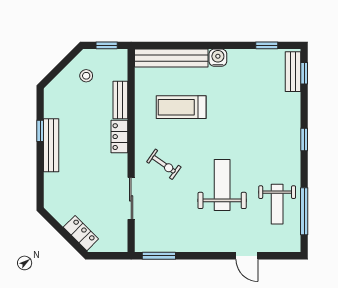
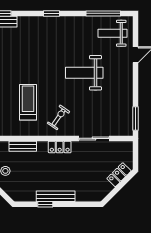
treadmill: (181, 107) -> (28, 102), turned 180
locker: (119, 137) -> (60, 147), moved
exercise bike: (164, 164) -> (59, 117), moved
weight bench: (277, 204) -> (113, 33), moved, turned 180

